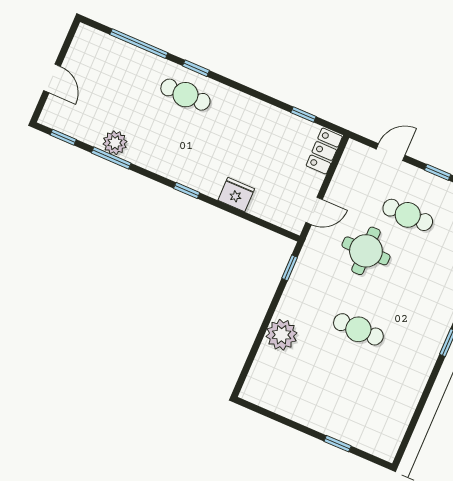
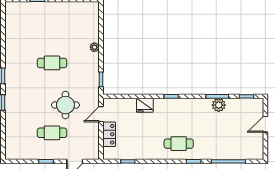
door: (52, 78) -> (265, 124), hinge flipped
cafe table: (185, 95) -> (179, 144), moved
locker: (324, 151) -> (109, 134), moved
plant: (282, 335) -> (94, 47), width x0.53, depth x0.53

